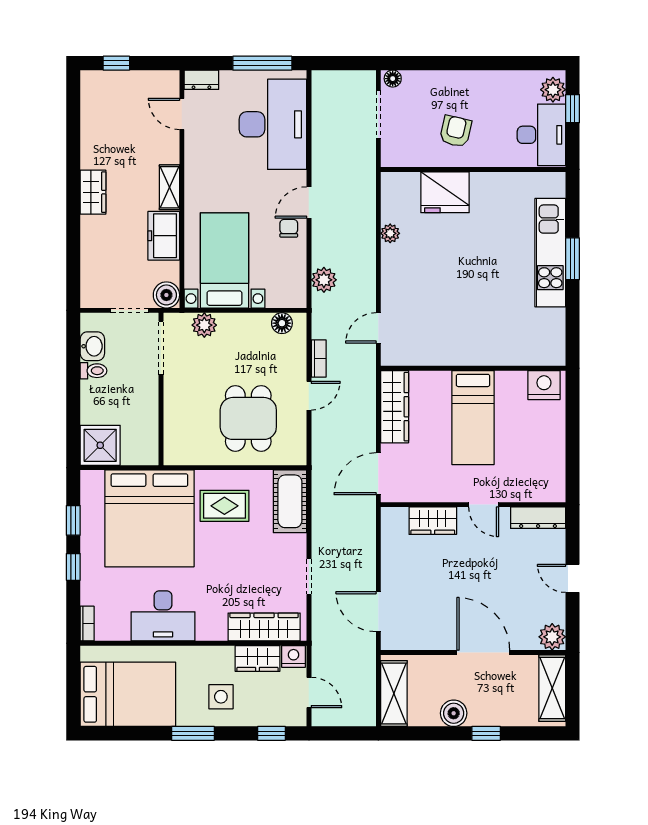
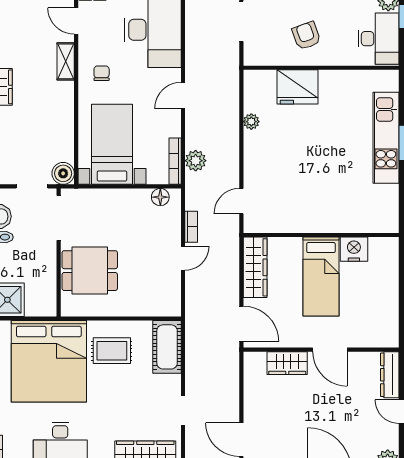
armchair: (456, 131) -> (306, 36), turned -33
shelving: (169, 187) -> (66, 61), moved
chair: (289, 228) -> (102, 73), moved
freezer: (164, 236) -> (61, 124), removed
bookcase: (300, 280) -> (175, 161), added
plant: (204, 325) -> (95, 199), removed
nightstand: (544, 385) -> (354, 249), moved
dining table: (248, 418) -> (90, 271), moved, turned 90
door: (378, 474) -> (241, 324), swing flipped
door: (484, 505) -> (330, 350), width x1.38
dresser: (538, 518) -> (390, 375), moved, turned 90

